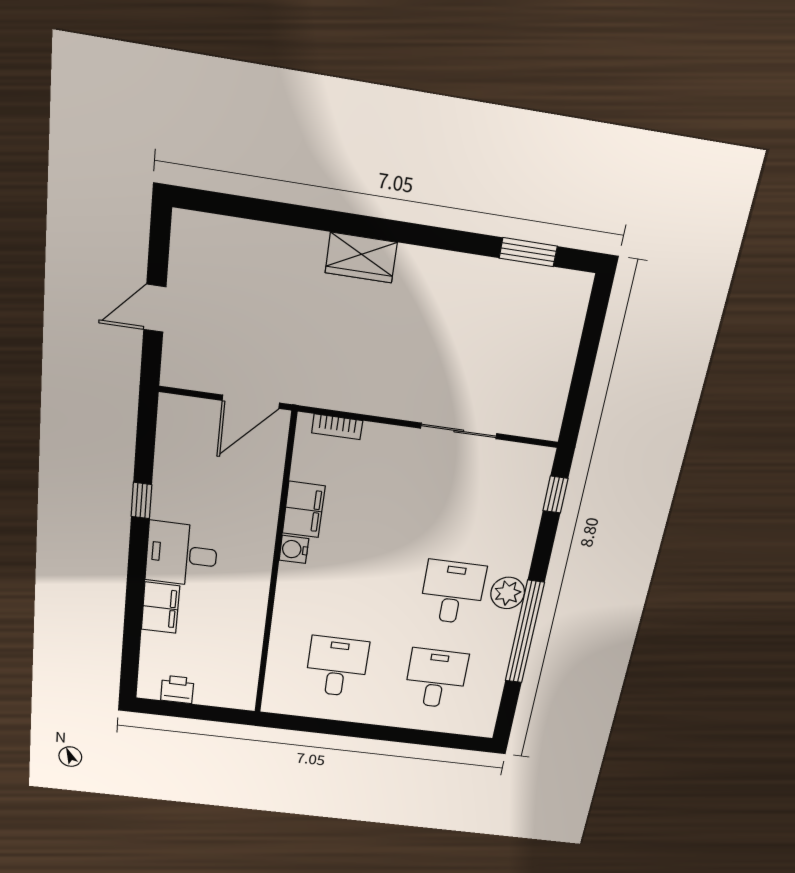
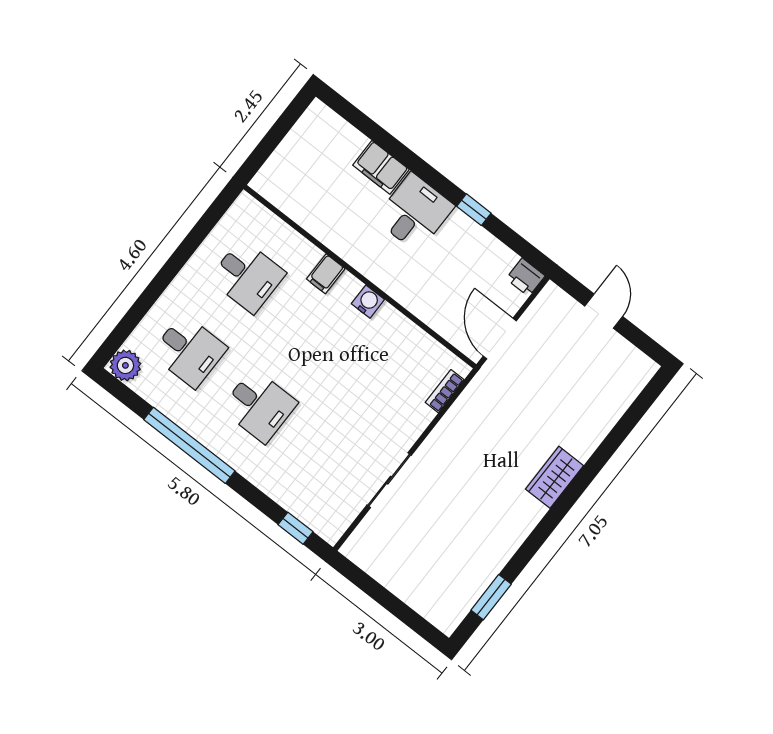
filing cabinet: (304, 510) -> (326, 274), moved, width x0.50
plant: (508, 593) -> (125, 365), moved
printer: (177, 689) -> (526, 277), moved, turned 90

